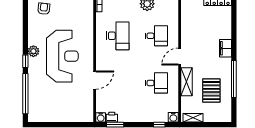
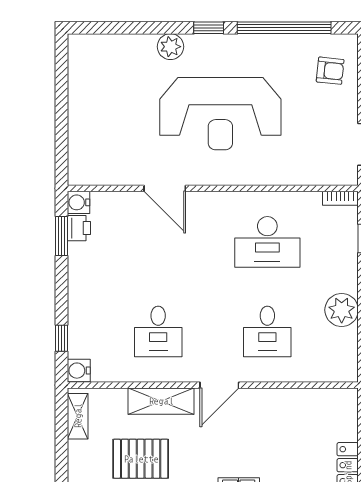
plant: (33, 51) -> (170, 47), moved
door: (180, 57) -> (219, 385), swing flipped
window: (25, 94) -> (284, 28), moved

